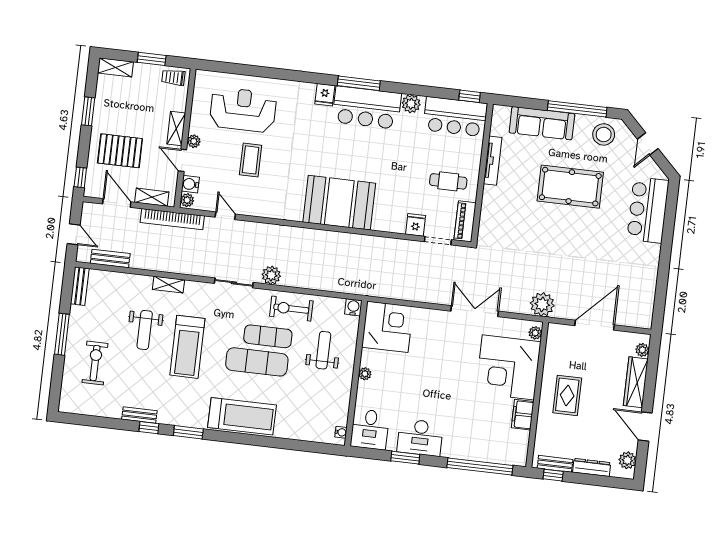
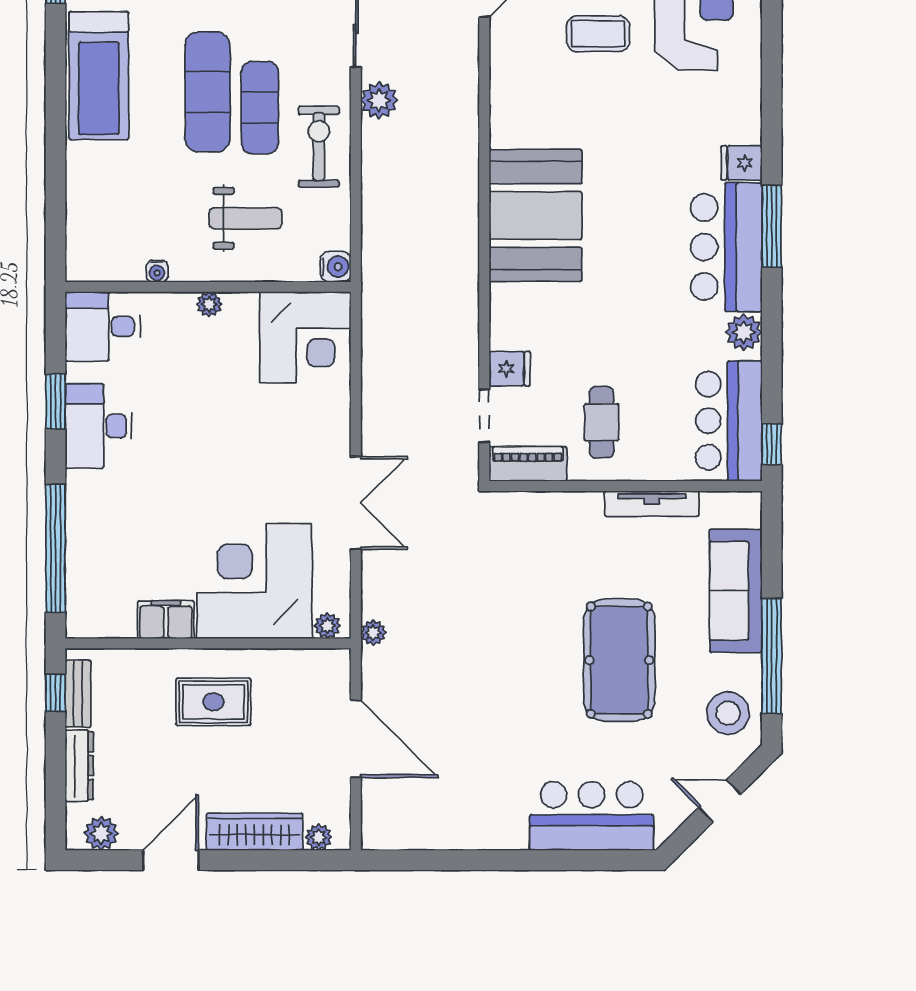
plant: (542, 304) -> (373, 633), width x0.53, depth x0.53
water cooler: (341, 432) -> (157, 271), moved

